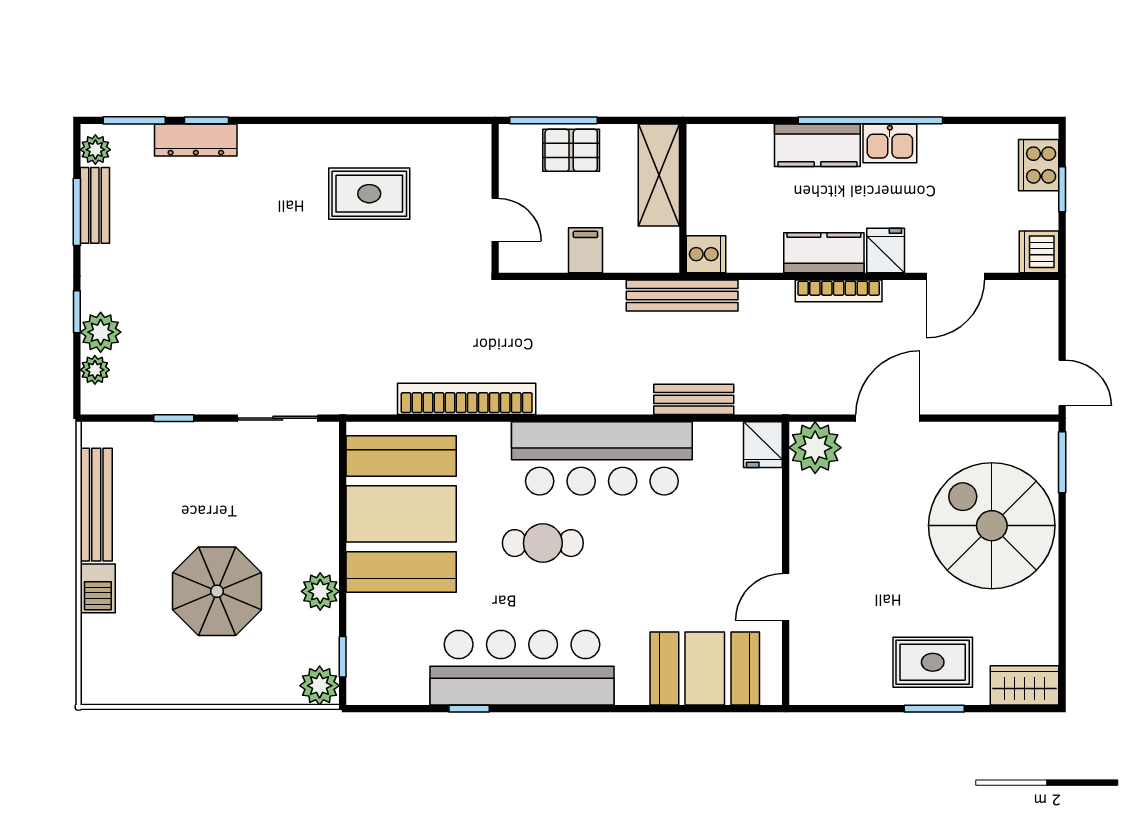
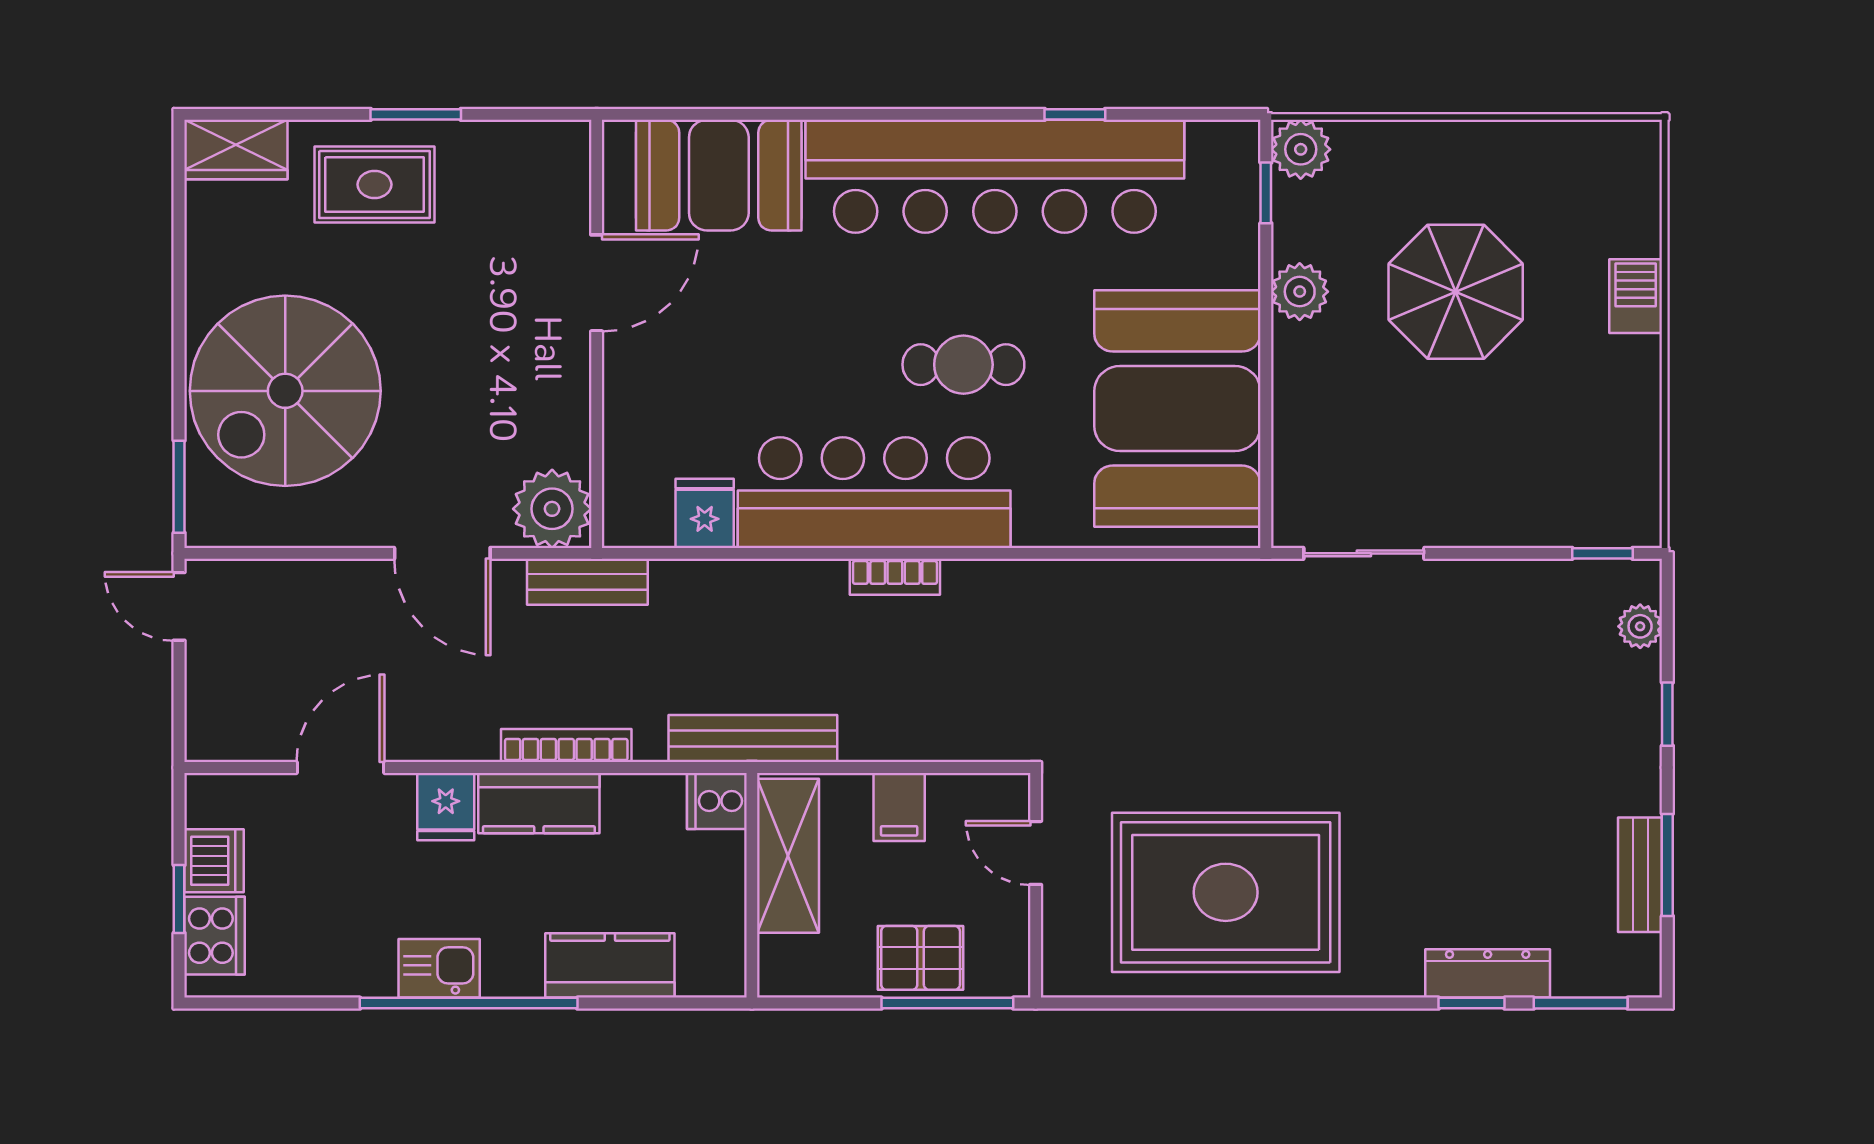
kitchen counter: (817, 145) -> (610, 965), moved
plant: (95, 150) -> (1639, 959), removed
shelving: (659, 175) -> (788, 856), moved
rug: (369, 194) -> (1226, 892), width x1.86, depth x2.06
dishwasher: (1039, 252) -> (214, 861), moved
bookcase: (839, 291) -> (566, 745), moved
plant: (101, 332) -> (1631, 683), removed
bookcase: (467, 399) -> (895, 577), moved, width x0.43, depth x0.76
bench: (694, 399) -> (587, 582), moved
window: (174, 418) -> (1602, 553), moved
door: (888, 418) -> (442, 553), hinge flipped
fridge: (763, 445) -> (705, 513), moved
bench: (96, 505) -> (1638, 423), removed
spiral stairs: (992, 526) -> (285, 391), turned 90
door: (786, 597) -> (597, 283), width x1.38
bar counter: (522, 668) -> (995, 176), width x1.36
window: (934, 709) -> (416, 114), moved

